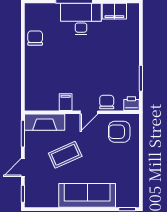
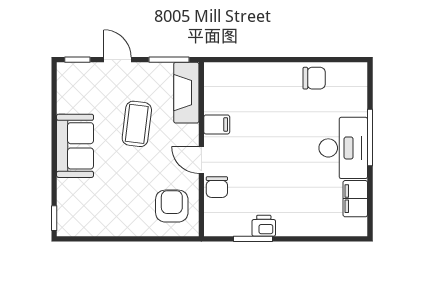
chair: (107, 102) -> (217, 187), turned 90
printer: (131, 104) -> (264, 226), moved, turned -90
coffee table: (65, 155) -> (137, 124), turned 31
sofa: (87, 195) -> (75, 146), width x0.73

